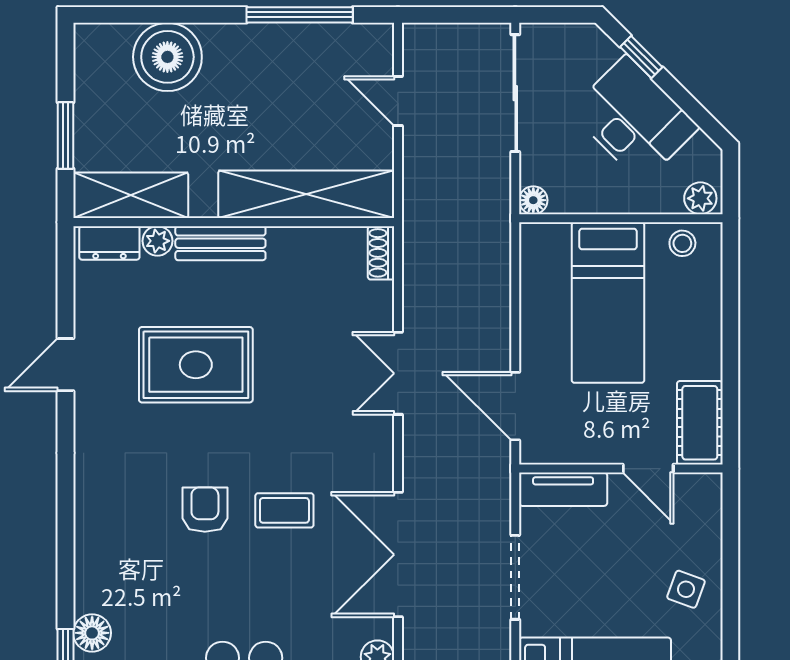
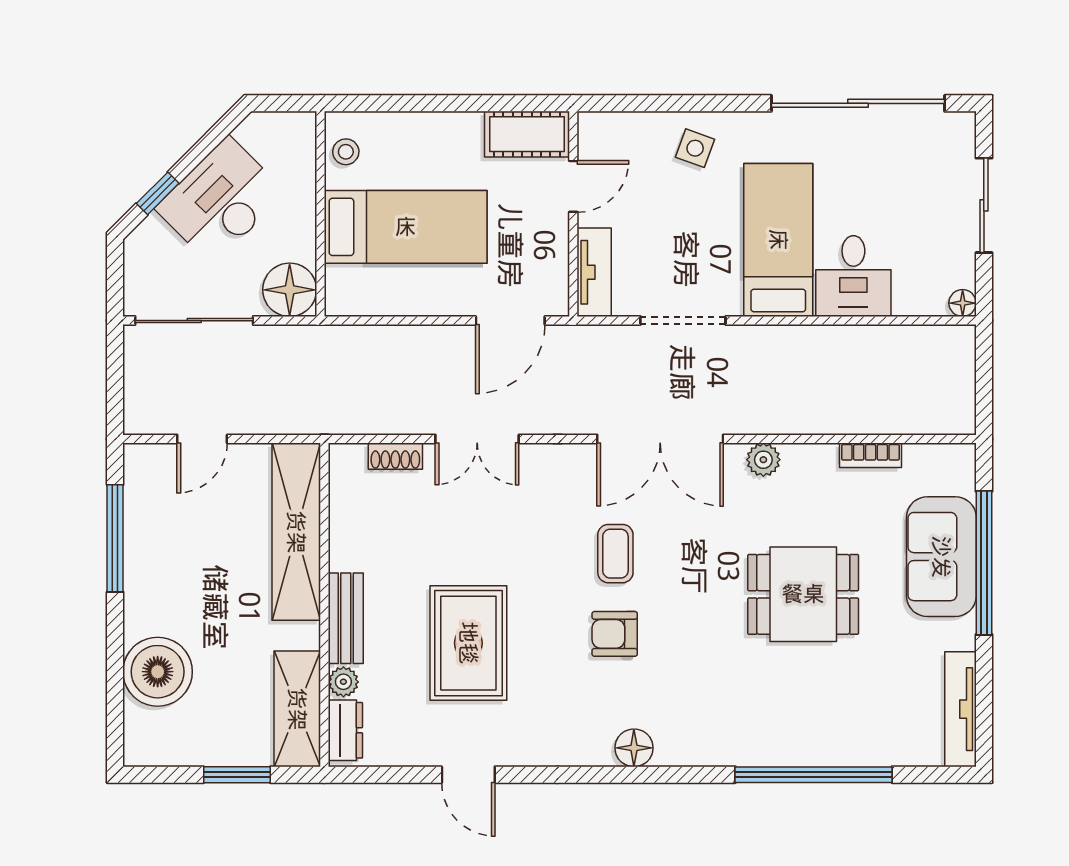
plant: (700, 198) -> (300, 134), removed
floor lamp: (533, 200) -> (290, 290), width x1.89, depth x1.89
shoe rack: (381, 253) -> (395, 456), moved
floor lamp: (92, 633) -> (634, 748), moved

